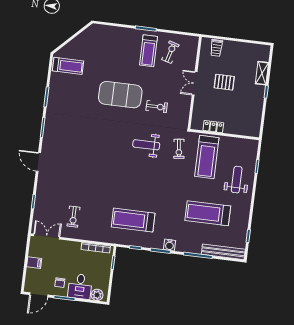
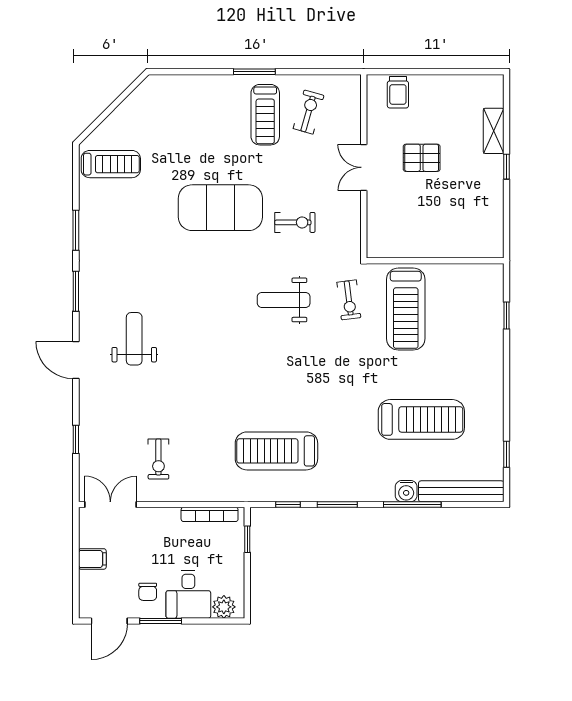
locker: (213, 127) -> (411, 248), removed
weight bench: (237, 180) -> (134, 339), moved
treadmill: (208, 213) -> (421, 419), turned 180
water cooler: (170, 245) -> (406, 491), moved

